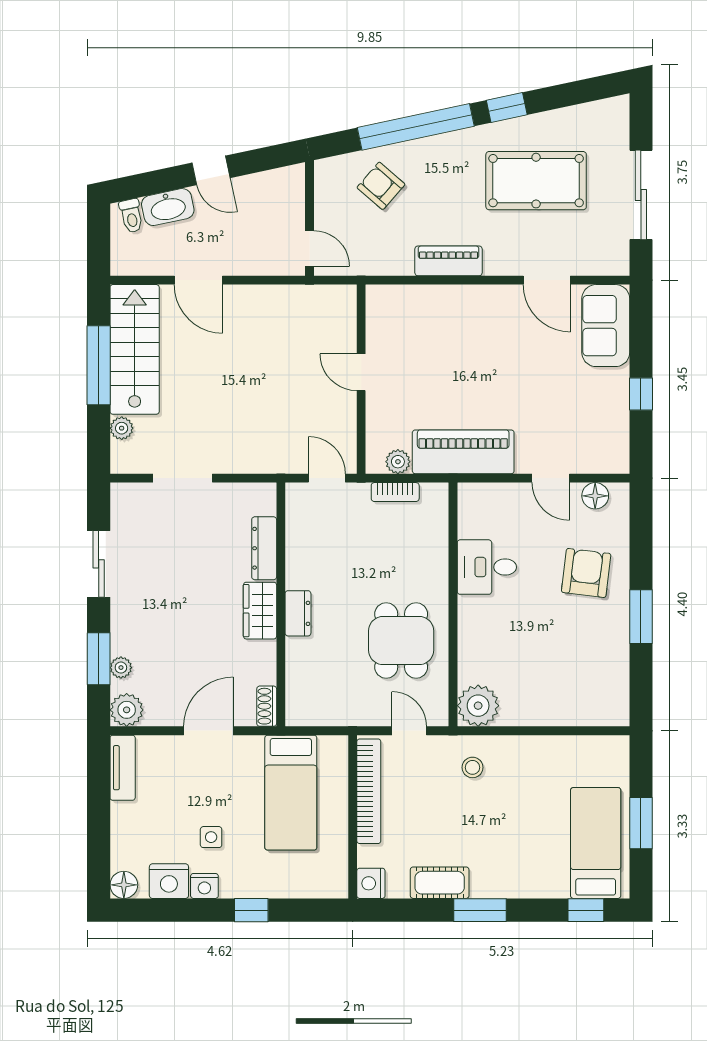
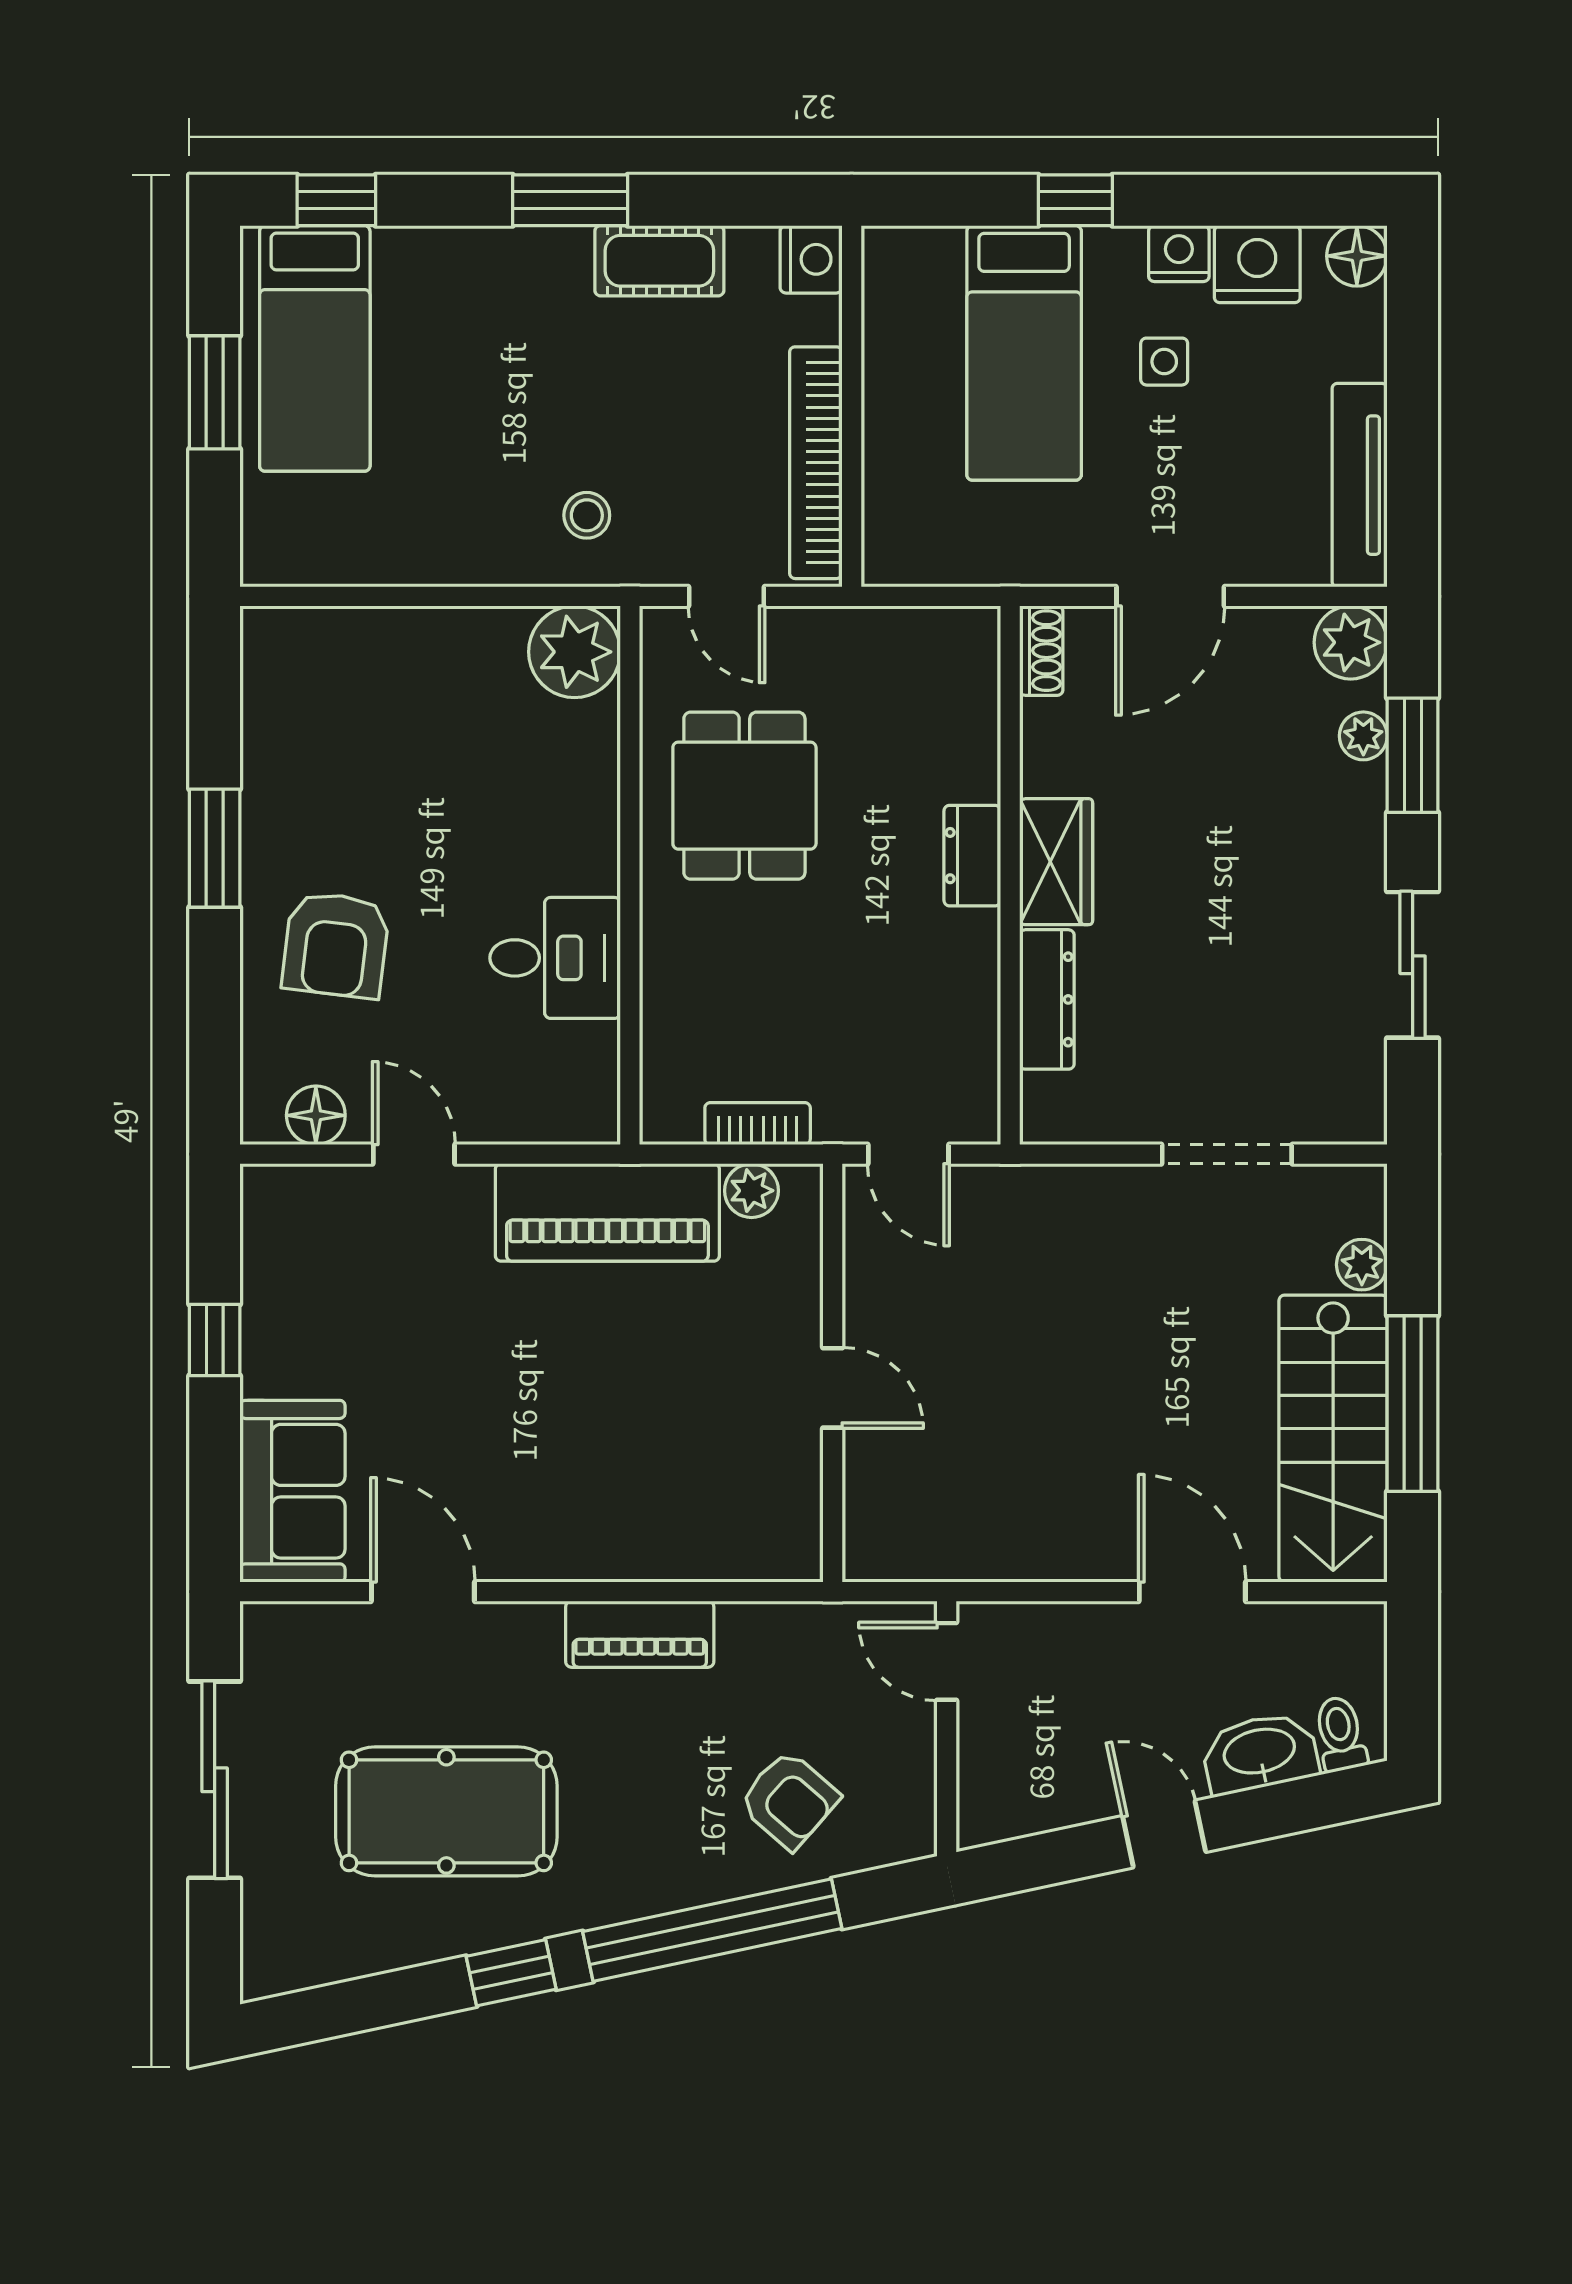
tv unit: (123, 768) -> (1360, 485), width x1.41
bed: (291, 793) -> (1024, 353), moved, turned 180

